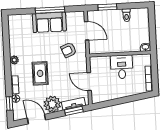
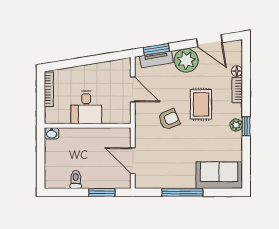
sofa: (49, 22) -> (219, 175), moved
armchair: (69, 50) -> (169, 119), moved
window: (9, 103) -> (246, 126), moved

